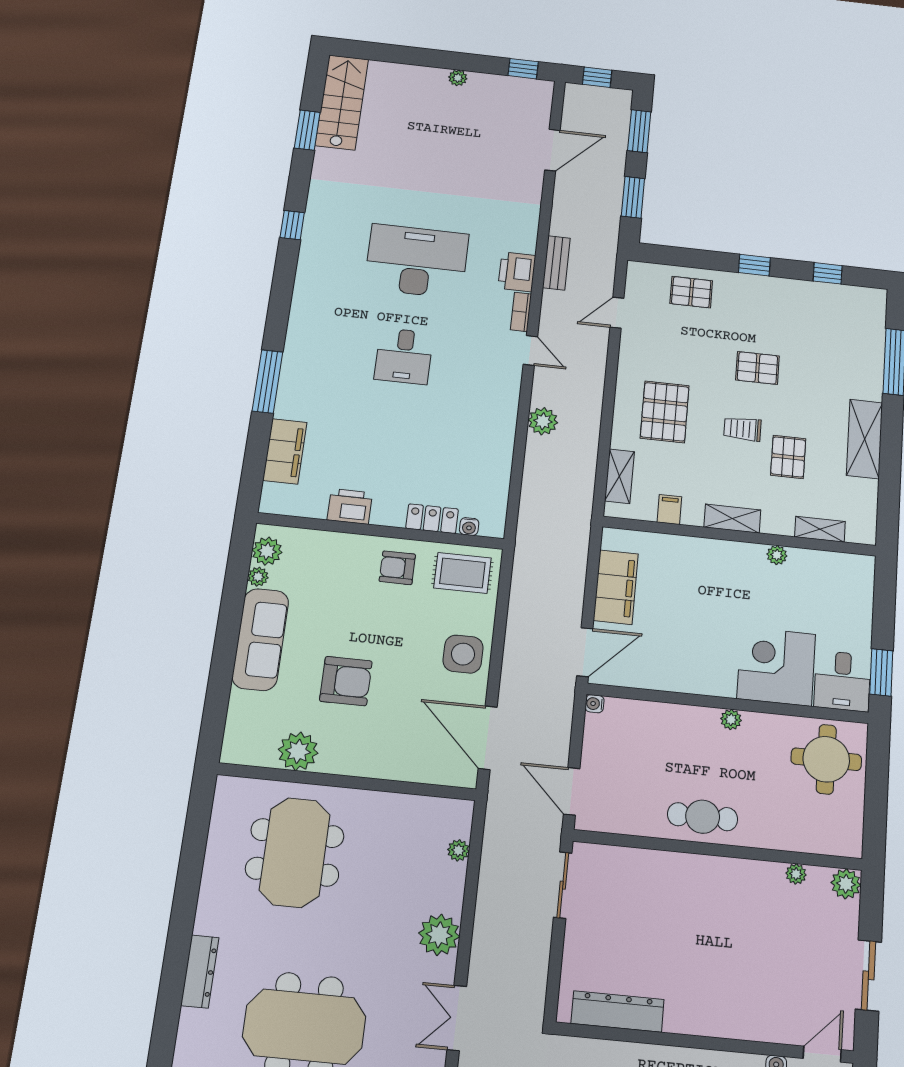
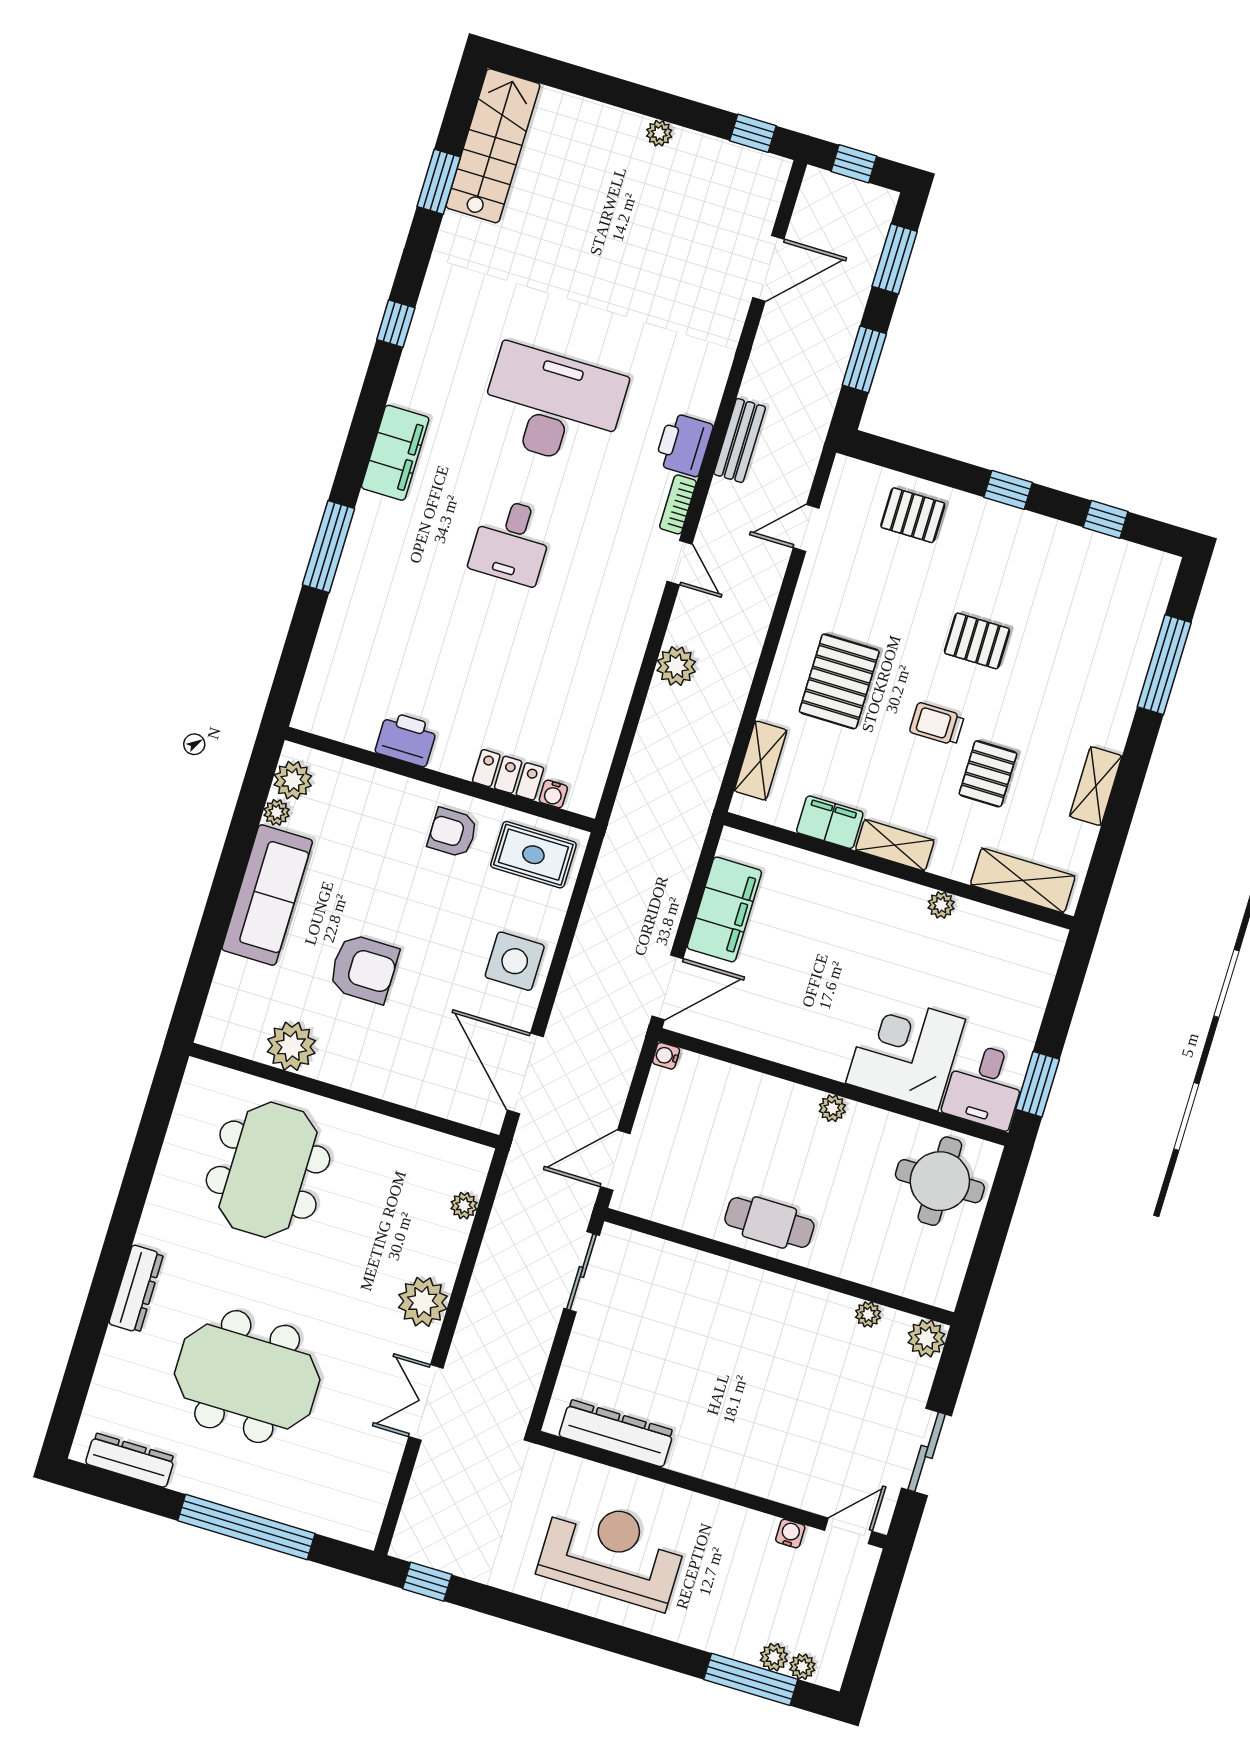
shelving: (865, 439) -> (1096, 786), width x0.67, depth x0.75
filing cabinet: (285, 451) -> (395, 453), moved
filing cabinet: (669, 510) -> (830, 822), width x2.00
shelving: (820, 529) -> (1023, 880), width x1.50, depth x1.33
door: (572, 791) -> (615, 1160), hinge flipped

